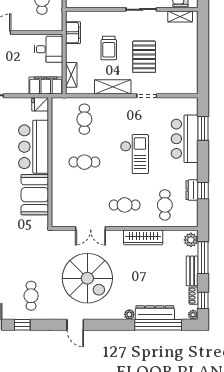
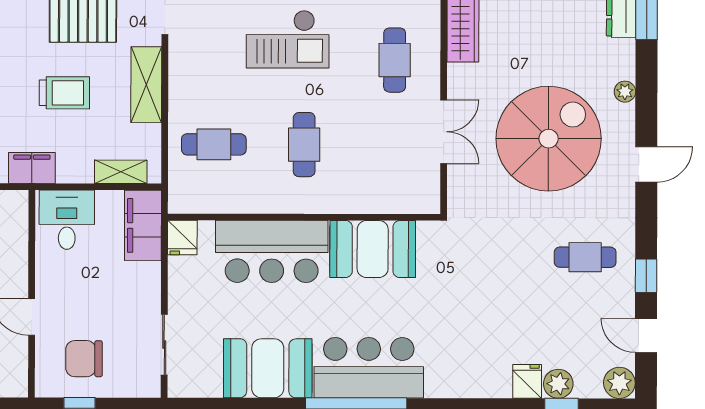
checkout: (134, 154) -> (288, 39), turned 180
plant: (129, 314) -> (625, 92), moved

